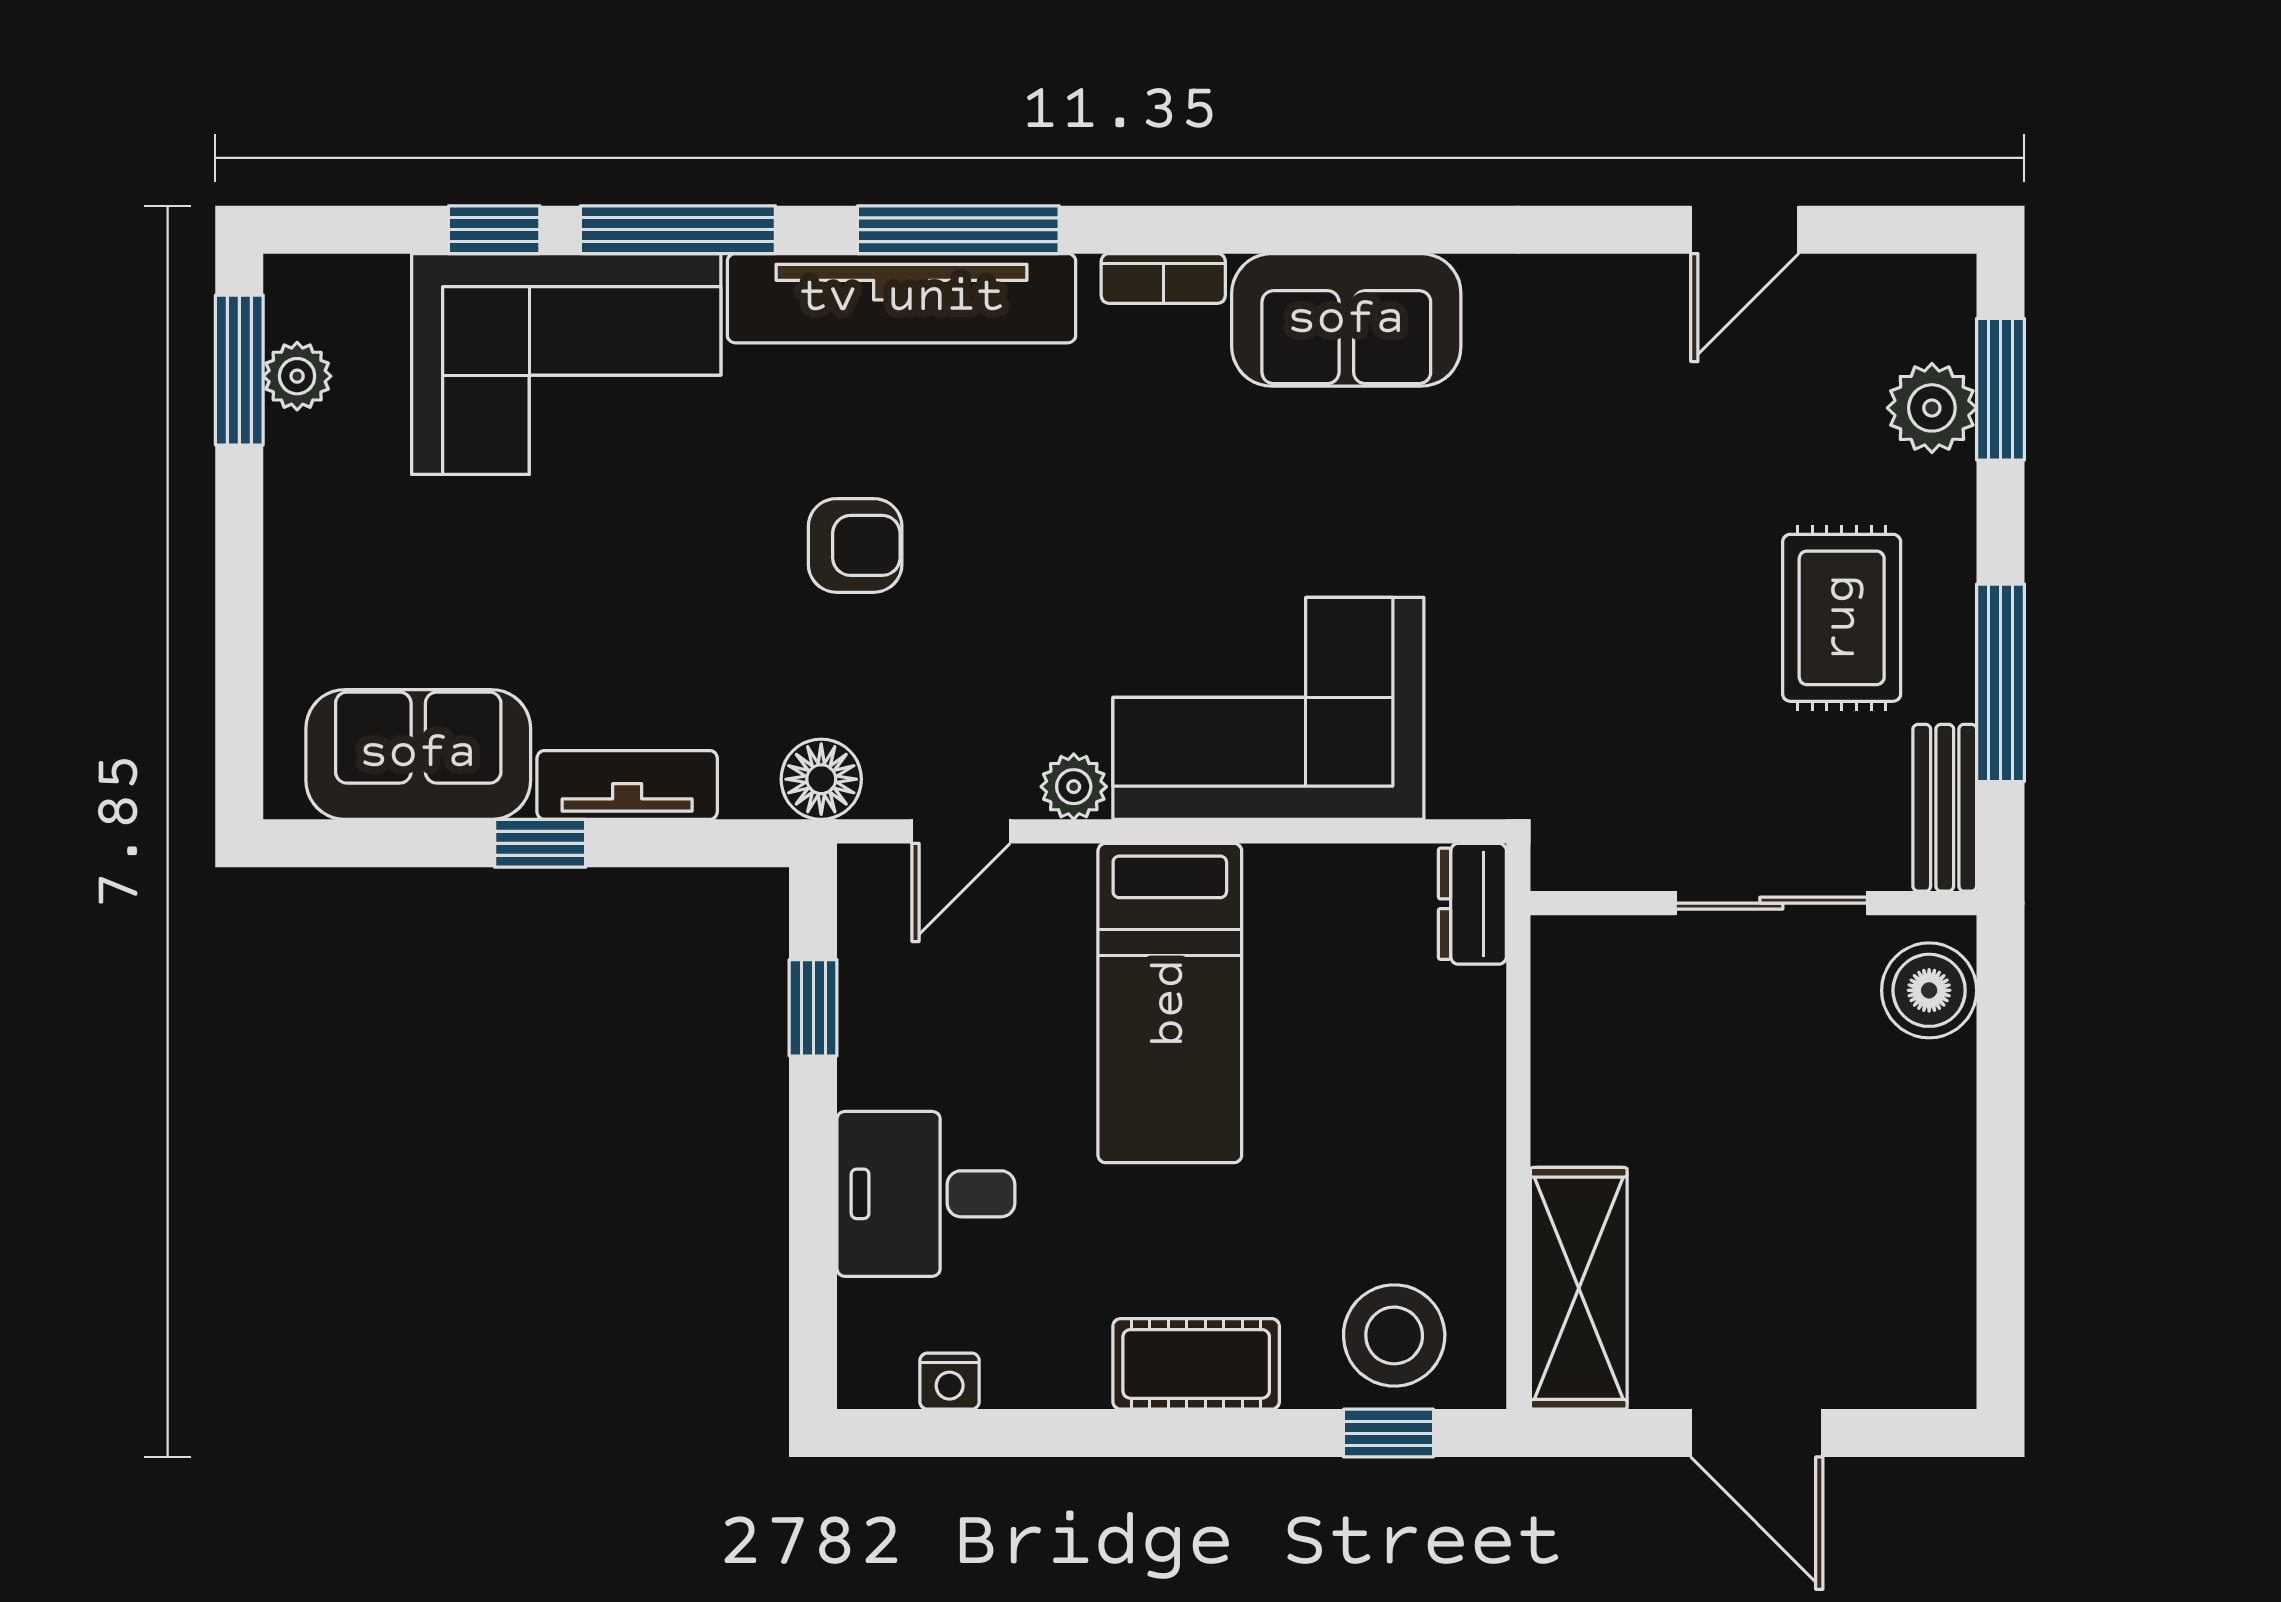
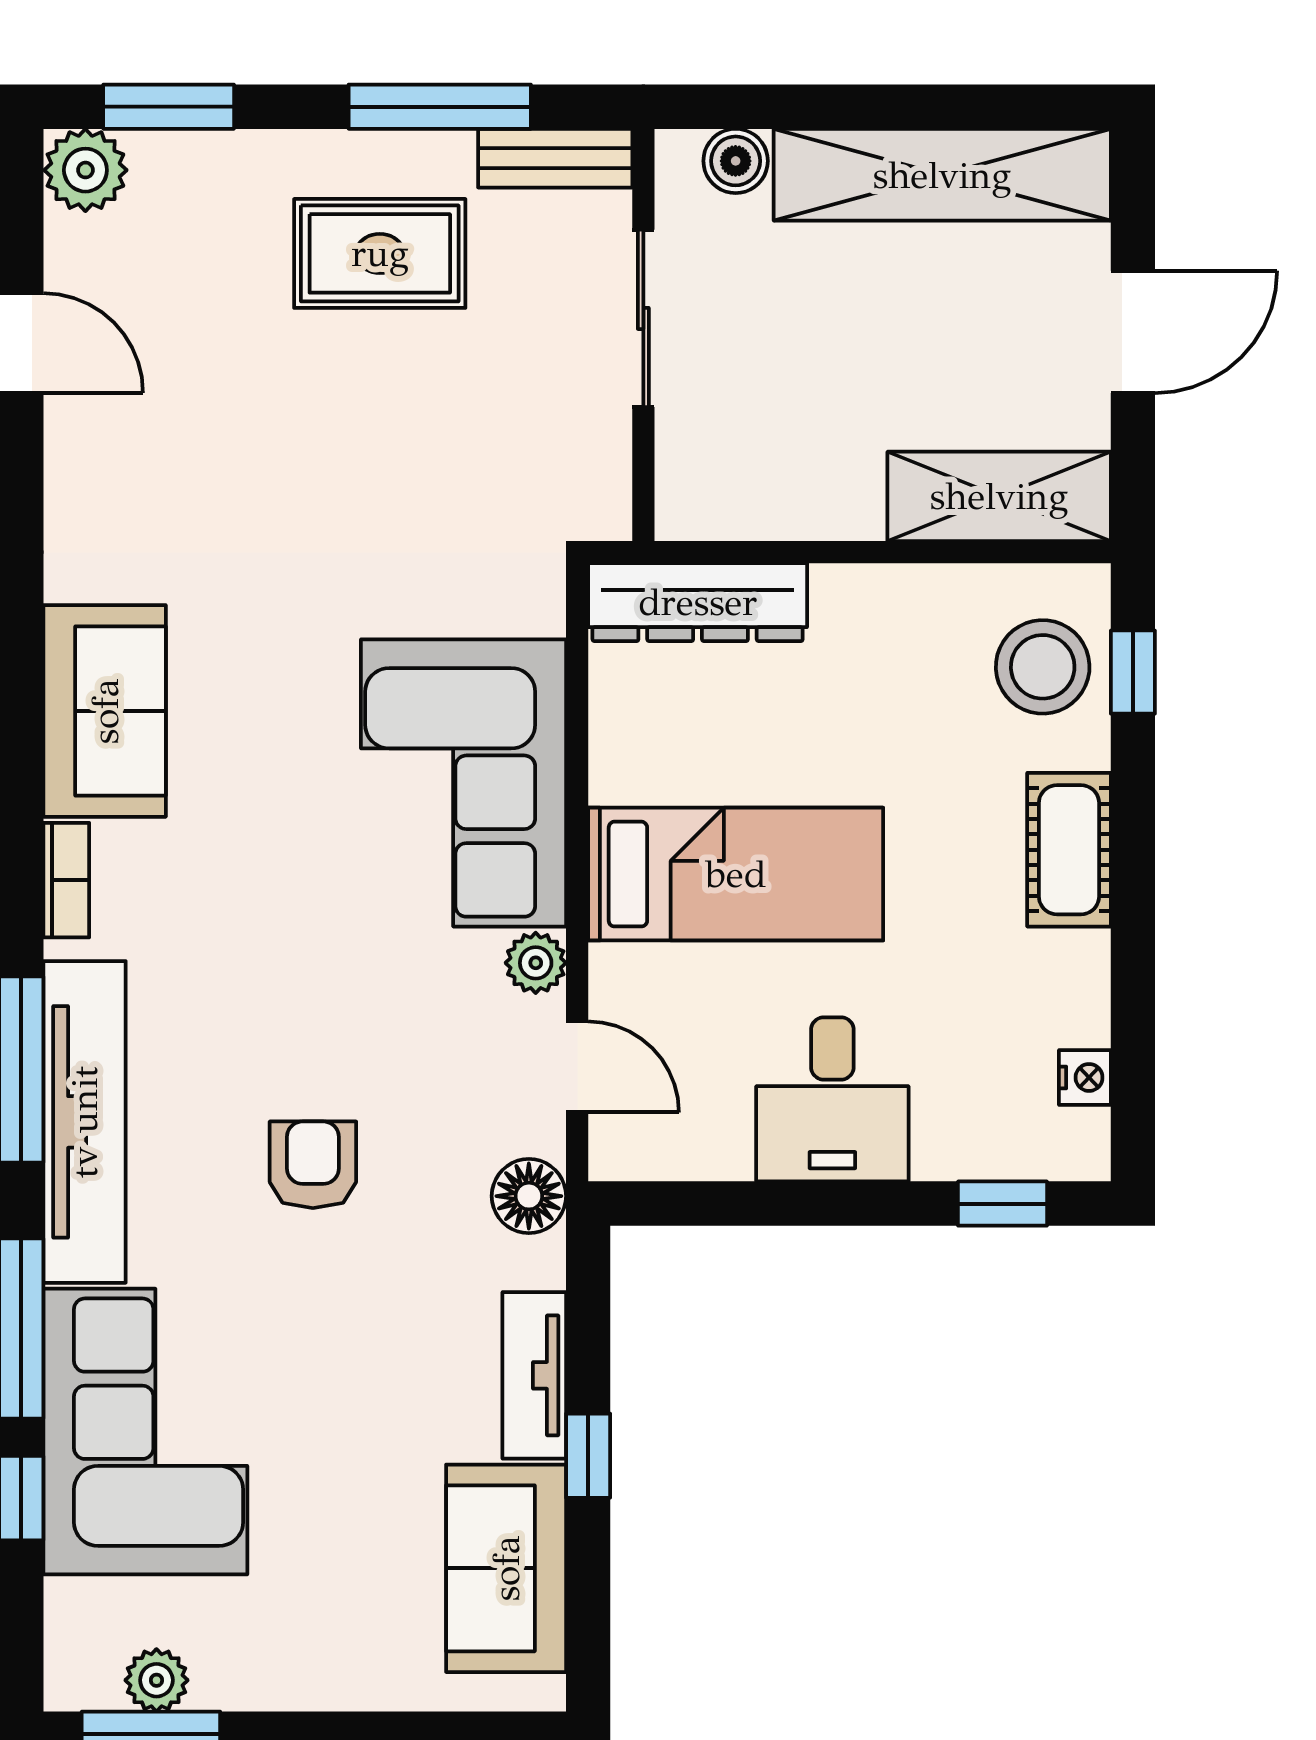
plant: (1932, 408) -> (85, 170), moved
dresser: (1472, 904) -> (698, 602), width x1.96, depth x1.24
boiler: (1929, 990) -> (736, 161), width x0.73, depth x0.73
window: (813, 1008) -> (1003, 1204), moved
desk: (926, 1194) -> (832, 1099), moved
shelving: (1927, 1227) -> (942, 175), added

